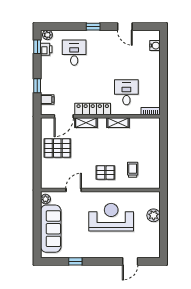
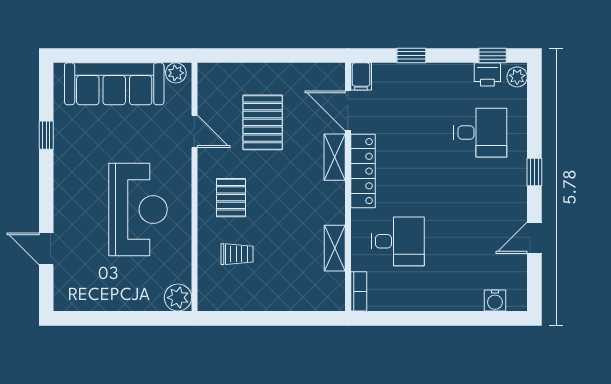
filing cabinet: (47, 99) -> (361, 76), moved
shelving: (118, 123) -> (335, 248), moved
pallet: (57, 148) -> (263, 122), moved
plant: (154, 215) -> (178, 298), moved

